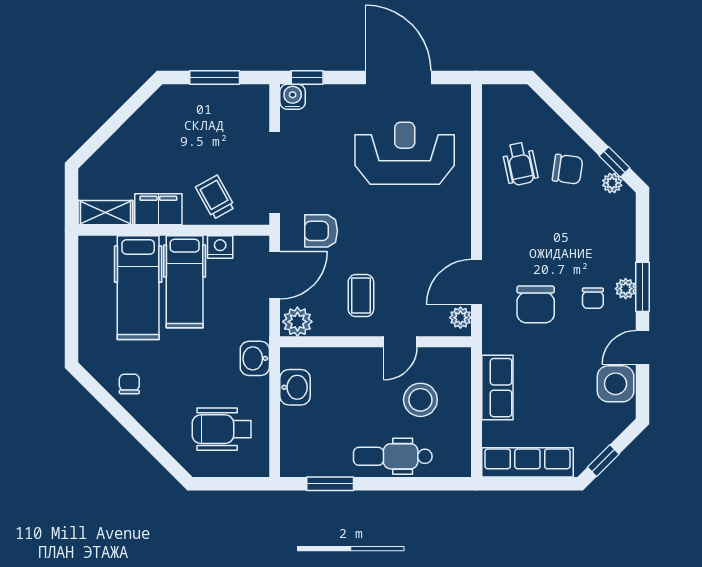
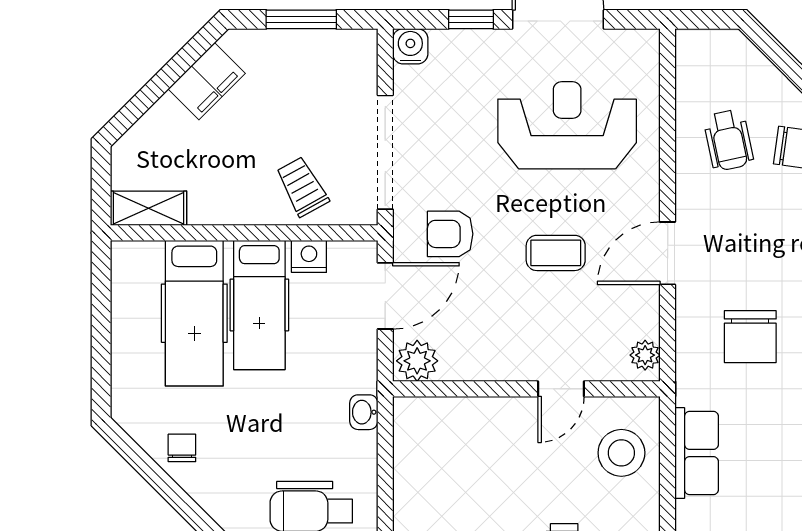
window: (307, 77) -> (471, 19), moved
filing cabinet: (158, 209) -> (207, 81), moved, turned 135
door: (477, 282) -> (668, 253), moved
coffee table: (361, 296) -> (556, 253), moved, turned 90
washbasin: (255, 358) -> (364, 412), width x0.72, depth x0.69
washbasin: (295, 387) -> (414, 453), removed
stool: (420, 400) -> (621, 453), moved

